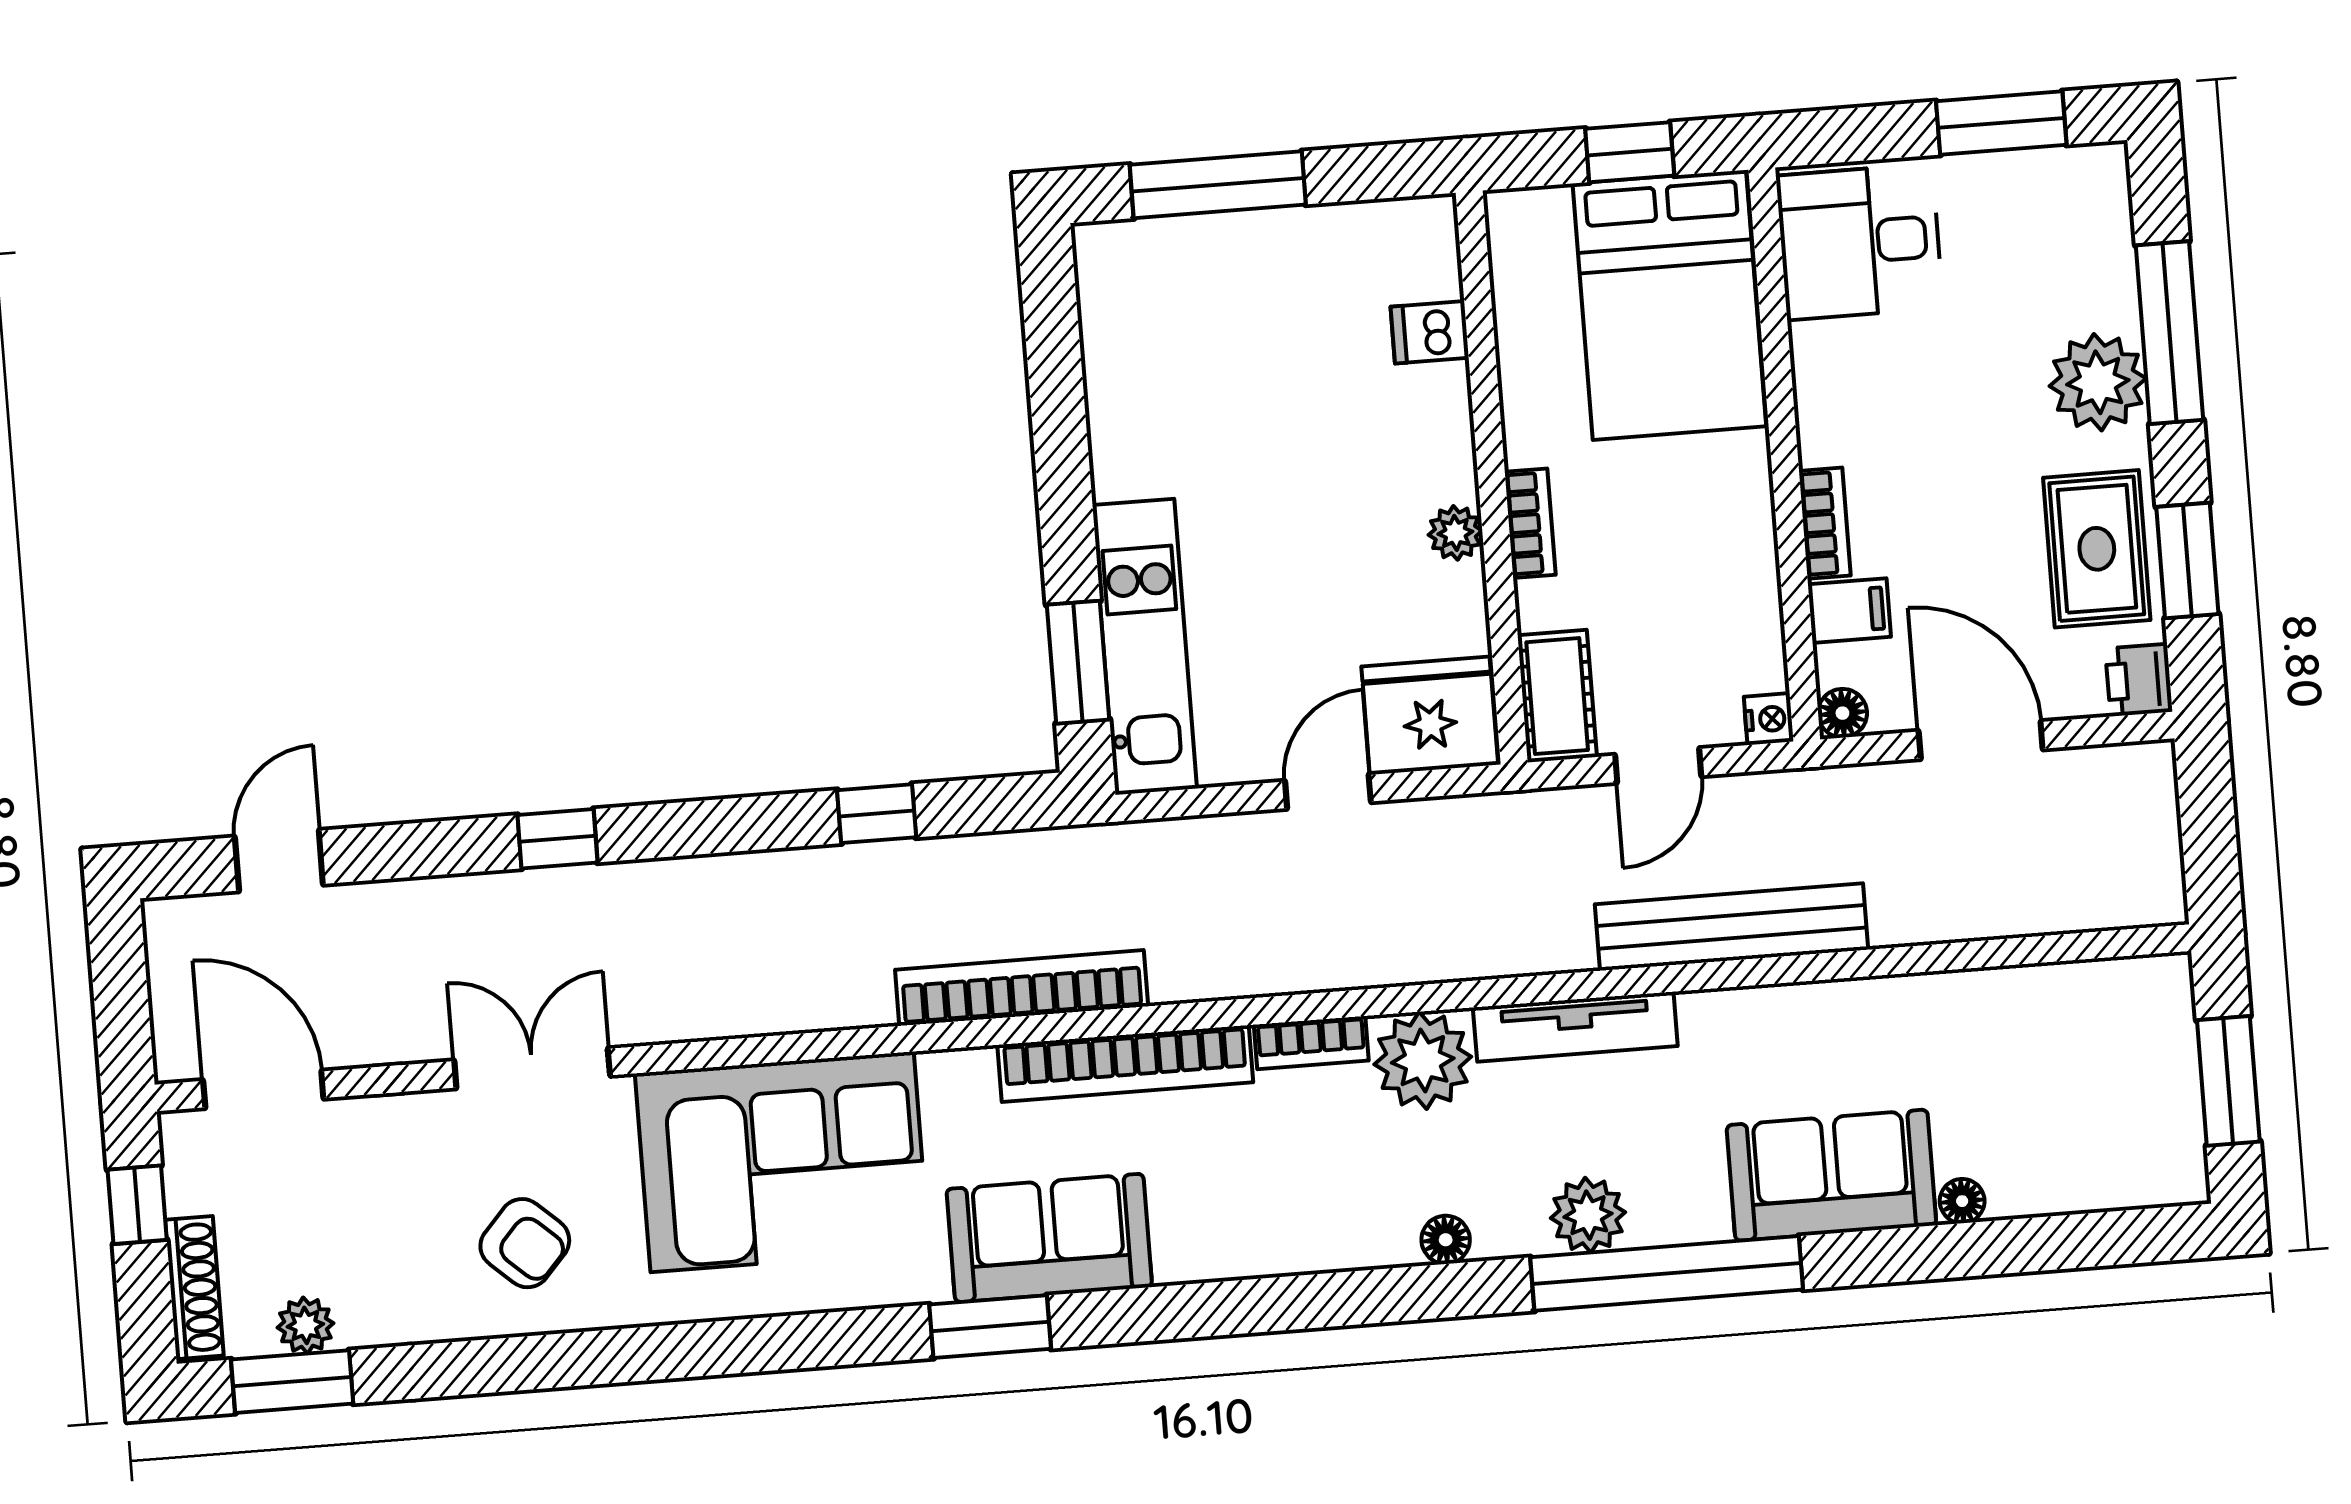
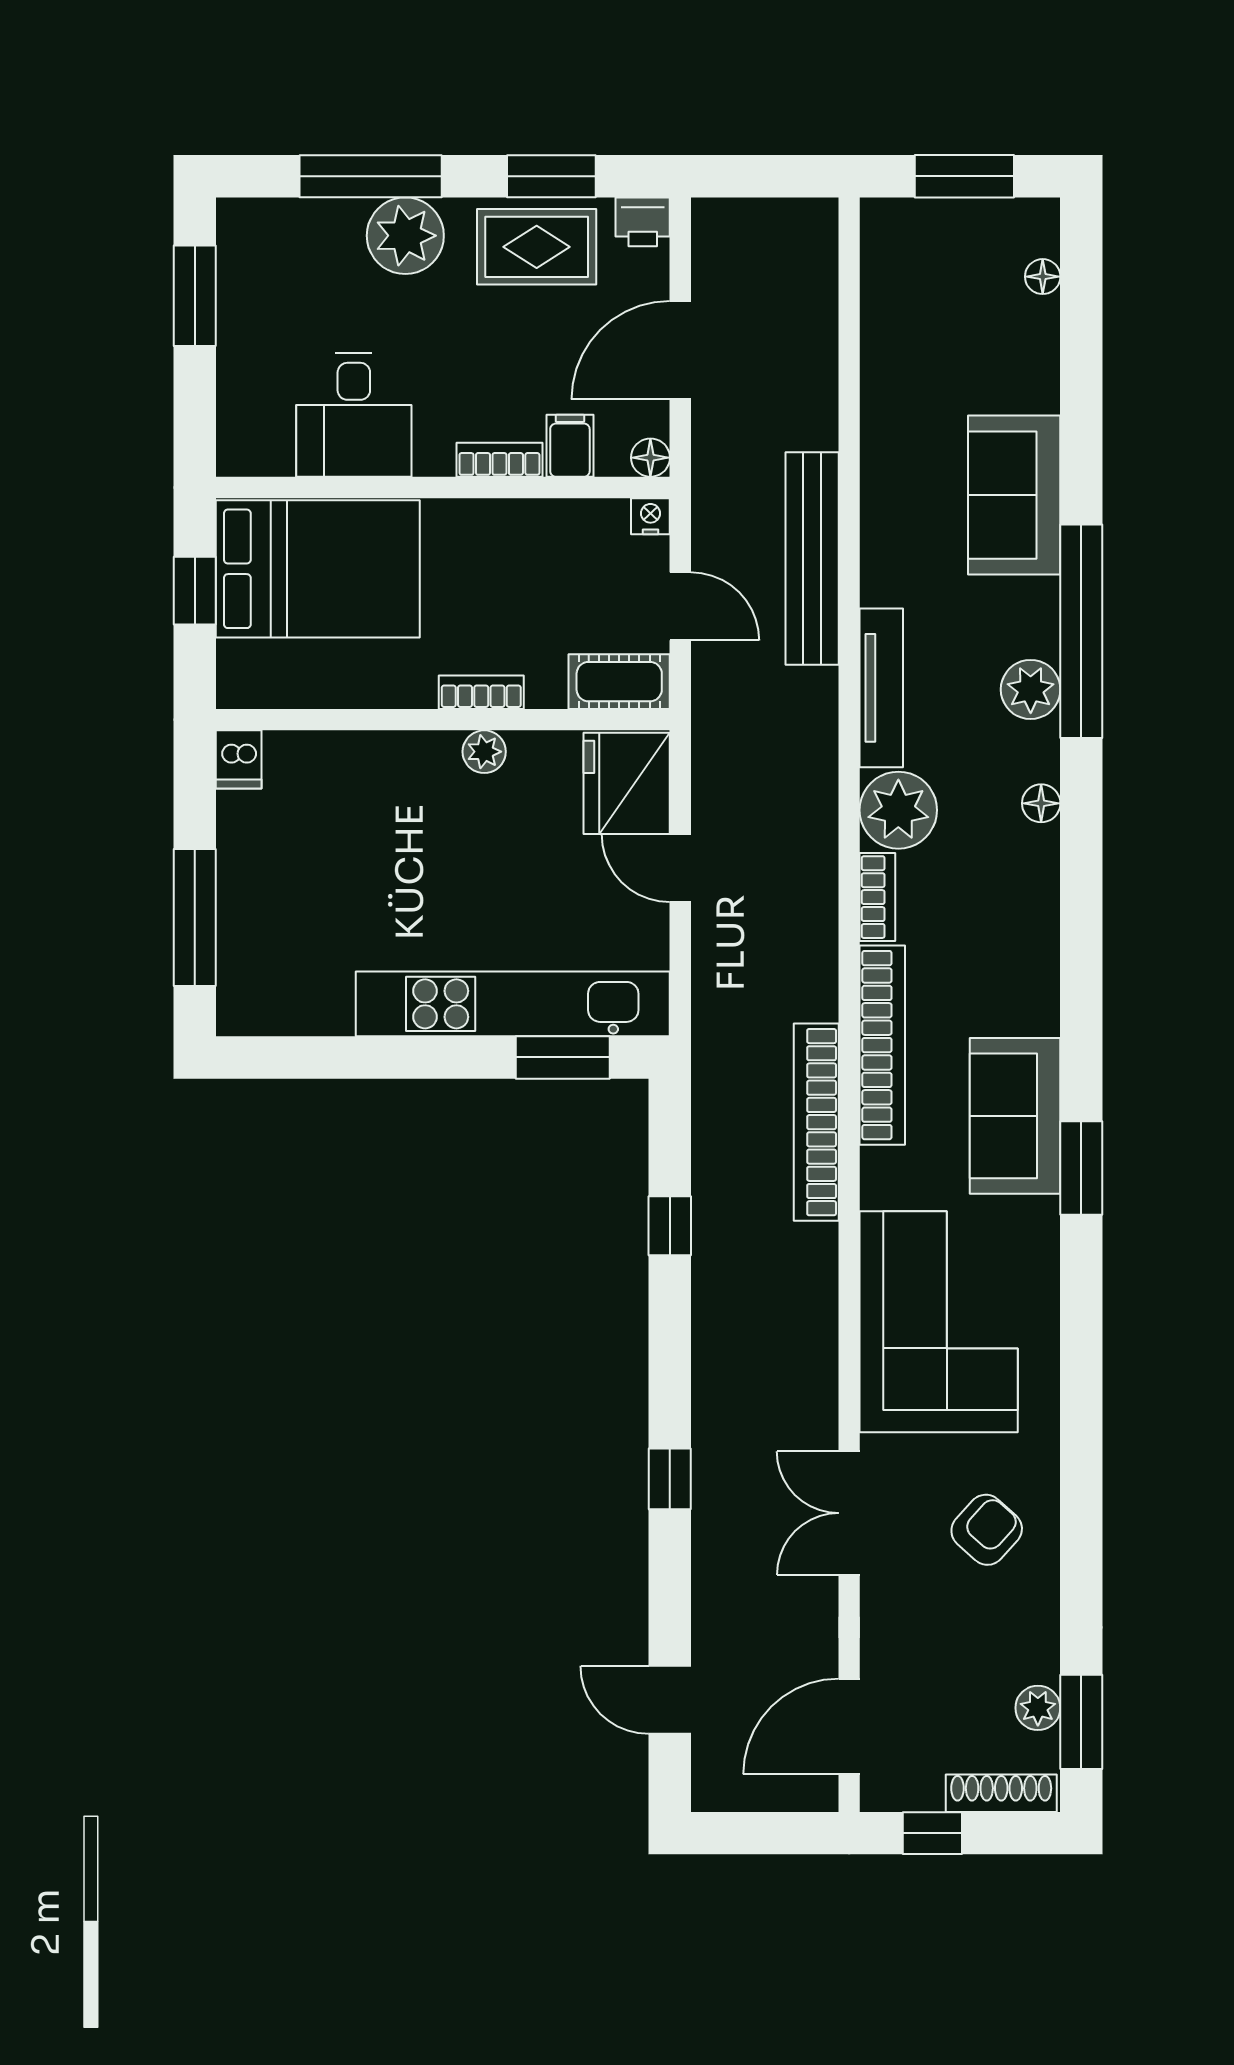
desk: (1860, 242) -> (354, 415), moved
dishwasher: (1430, 332) -> (239, 759), moved
kitchen unit: (1145, 647) -> (513, 1004), width x1.36
floor lamp: (1962, 1201) -> (1043, 277), moved

